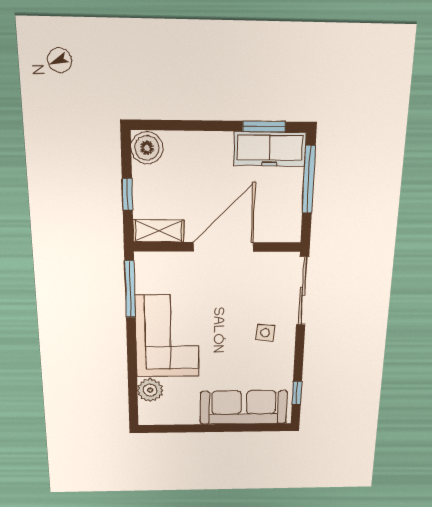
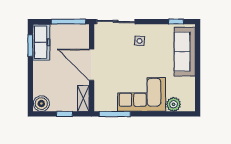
window: (309, 180) -> (68, 22), moved

